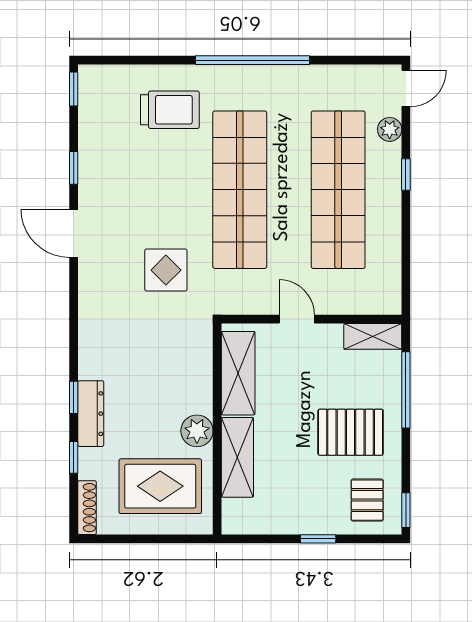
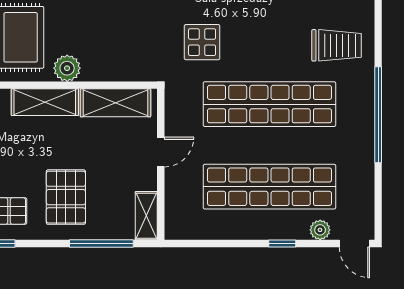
trolley: (170, 110) -> (337, 45), turned -90

